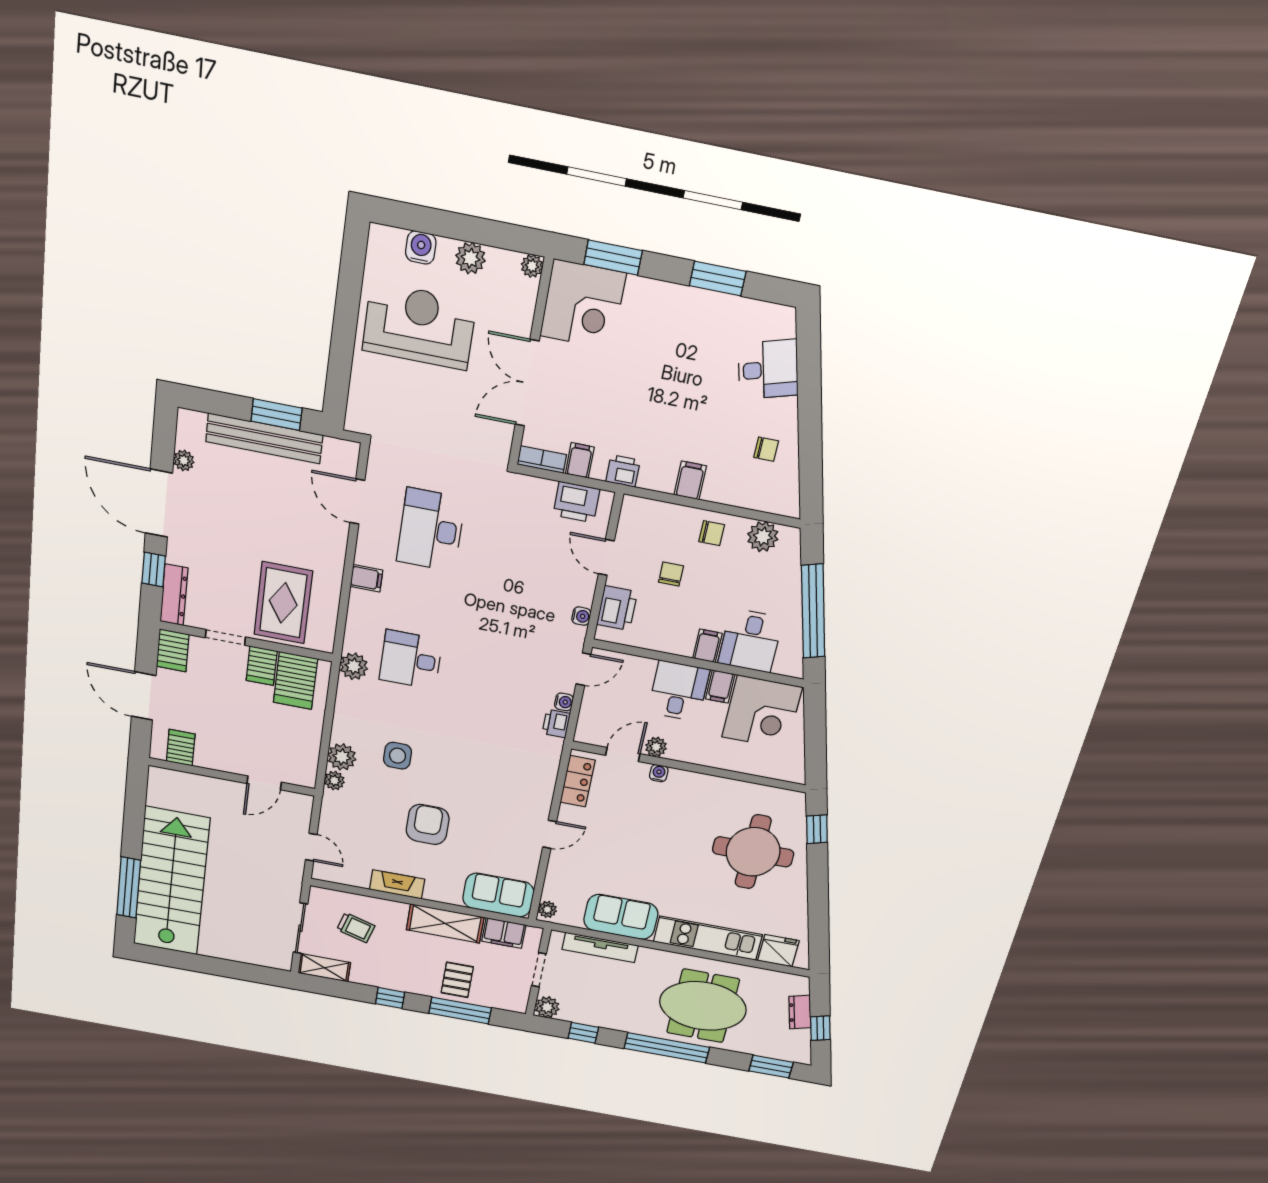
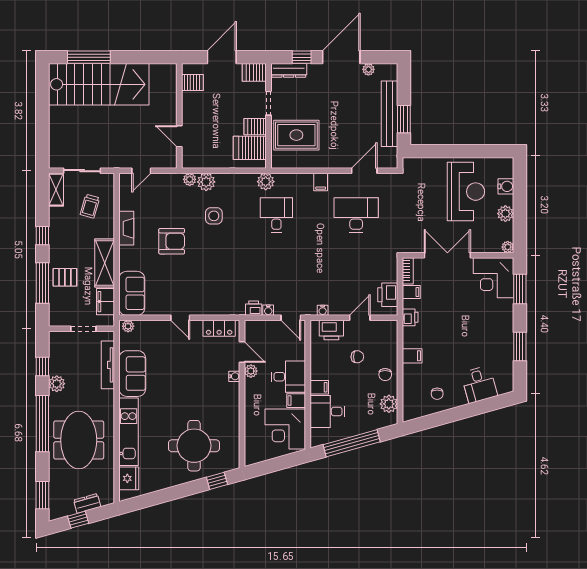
plant: (547, 1007) -> (57, 384), moved

